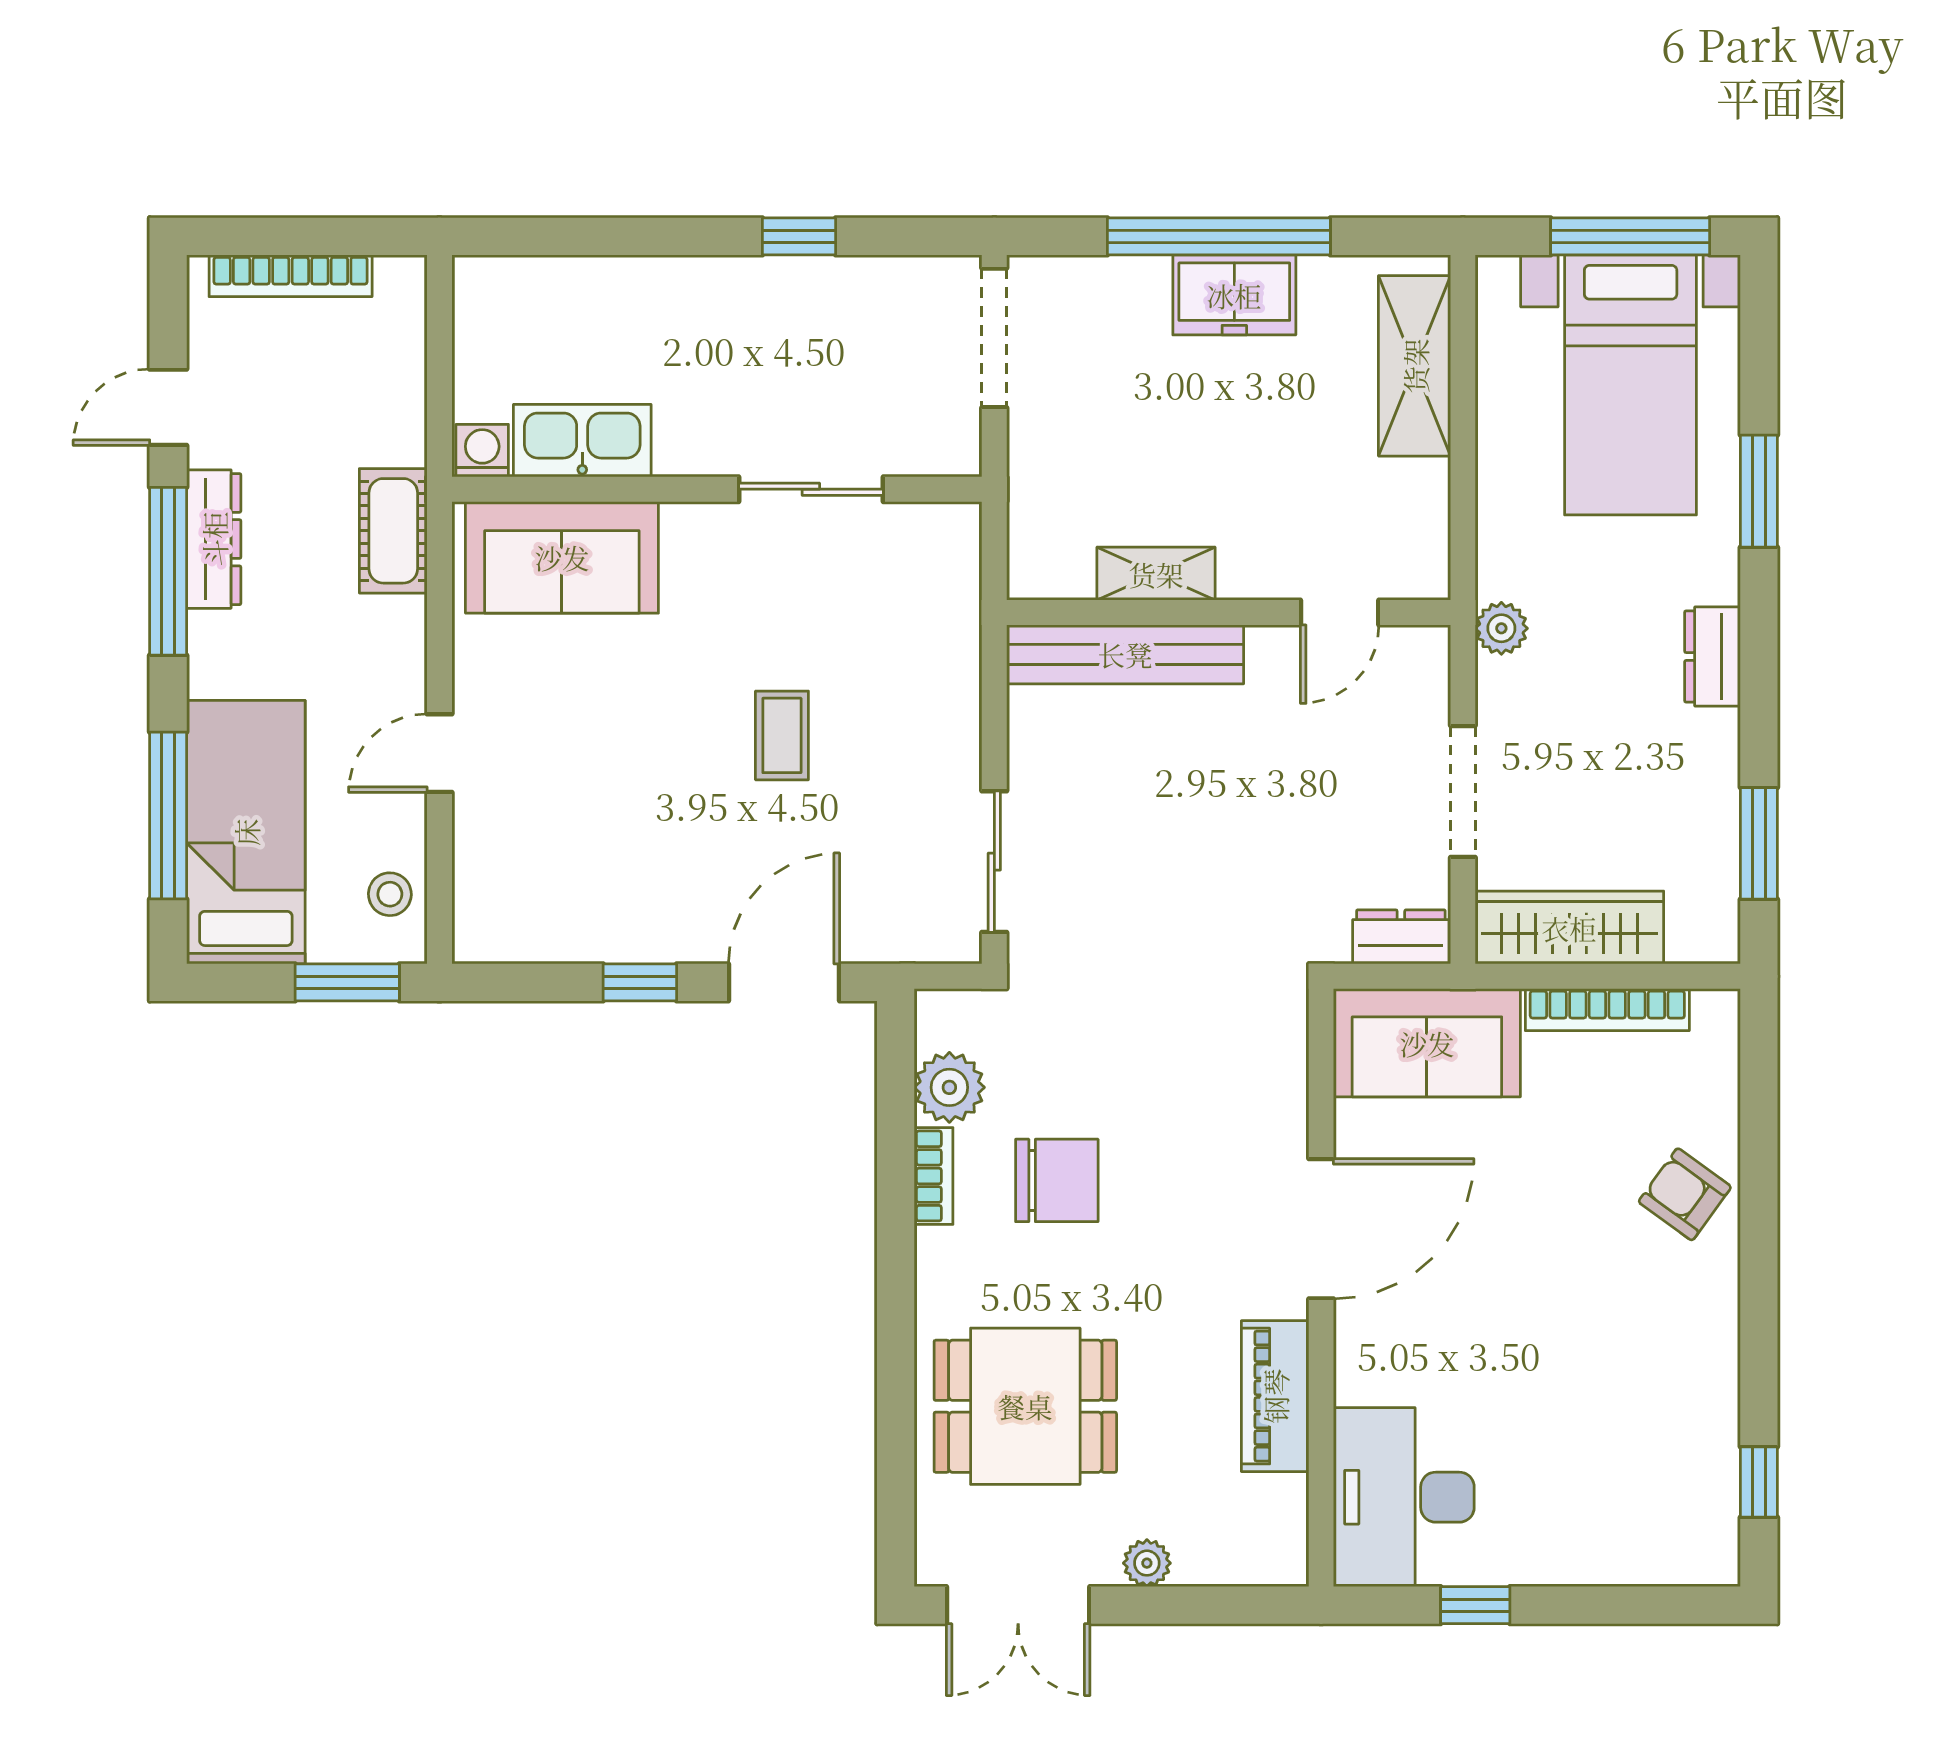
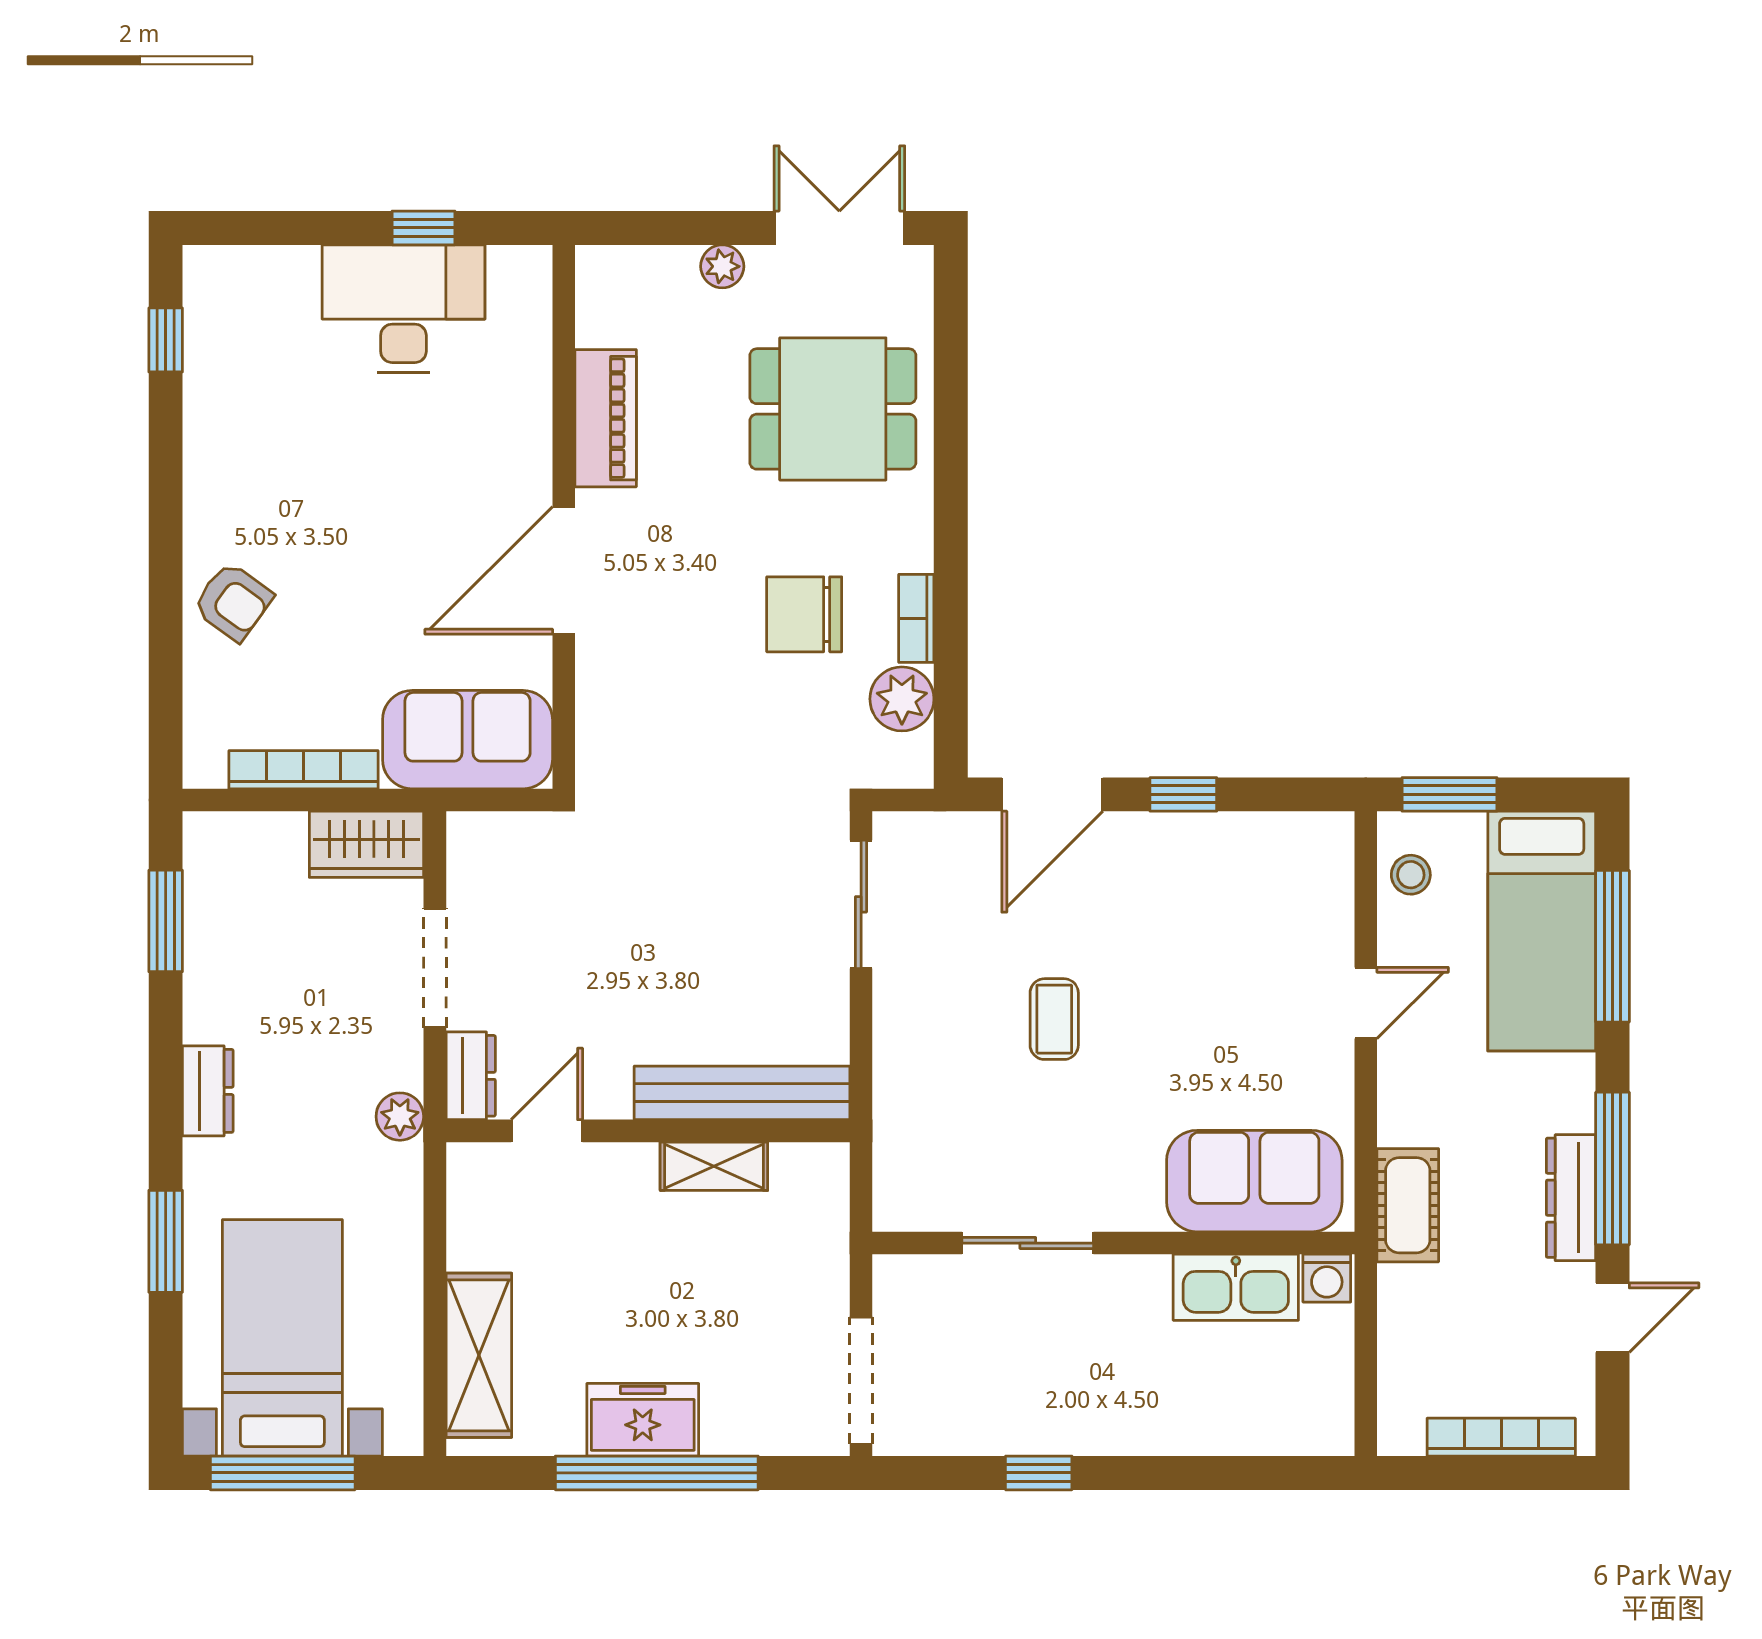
wardrobe: (1569, 928) -> (366, 844), width x0.67
dresser: (1401, 937) -> (471, 1076), moved, turned -90
desk: (1404, 1497) -> (403, 309), moved, turned -90

